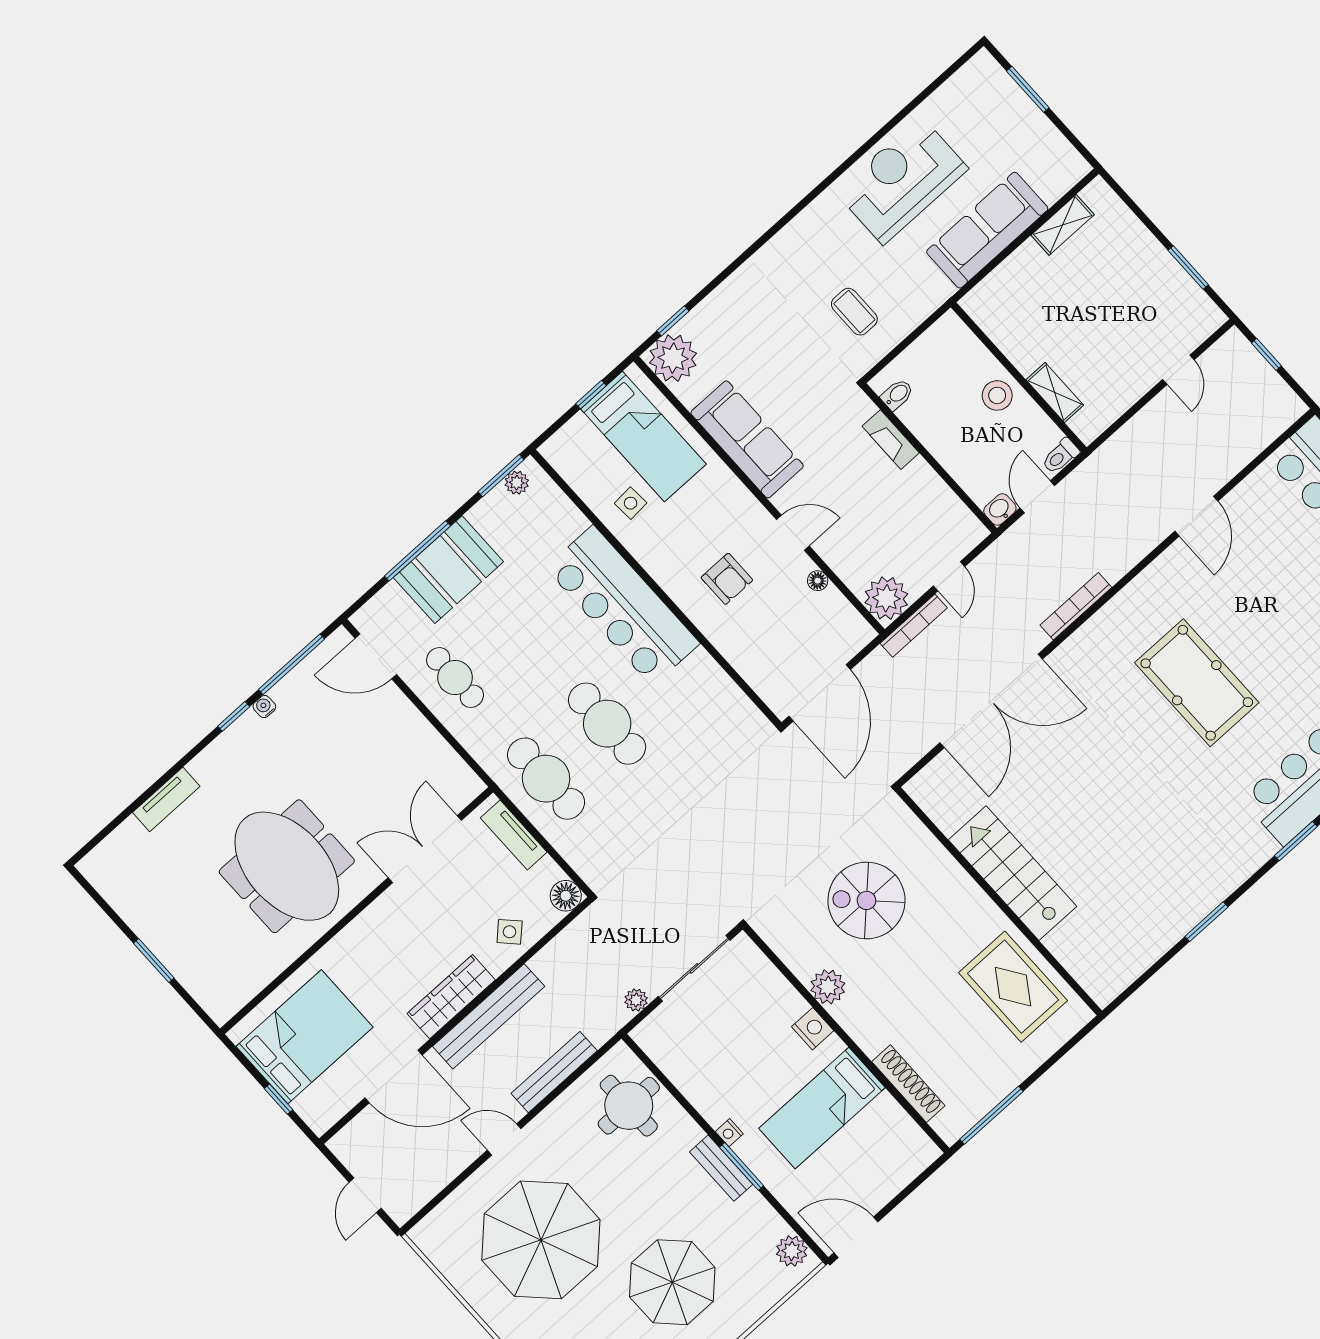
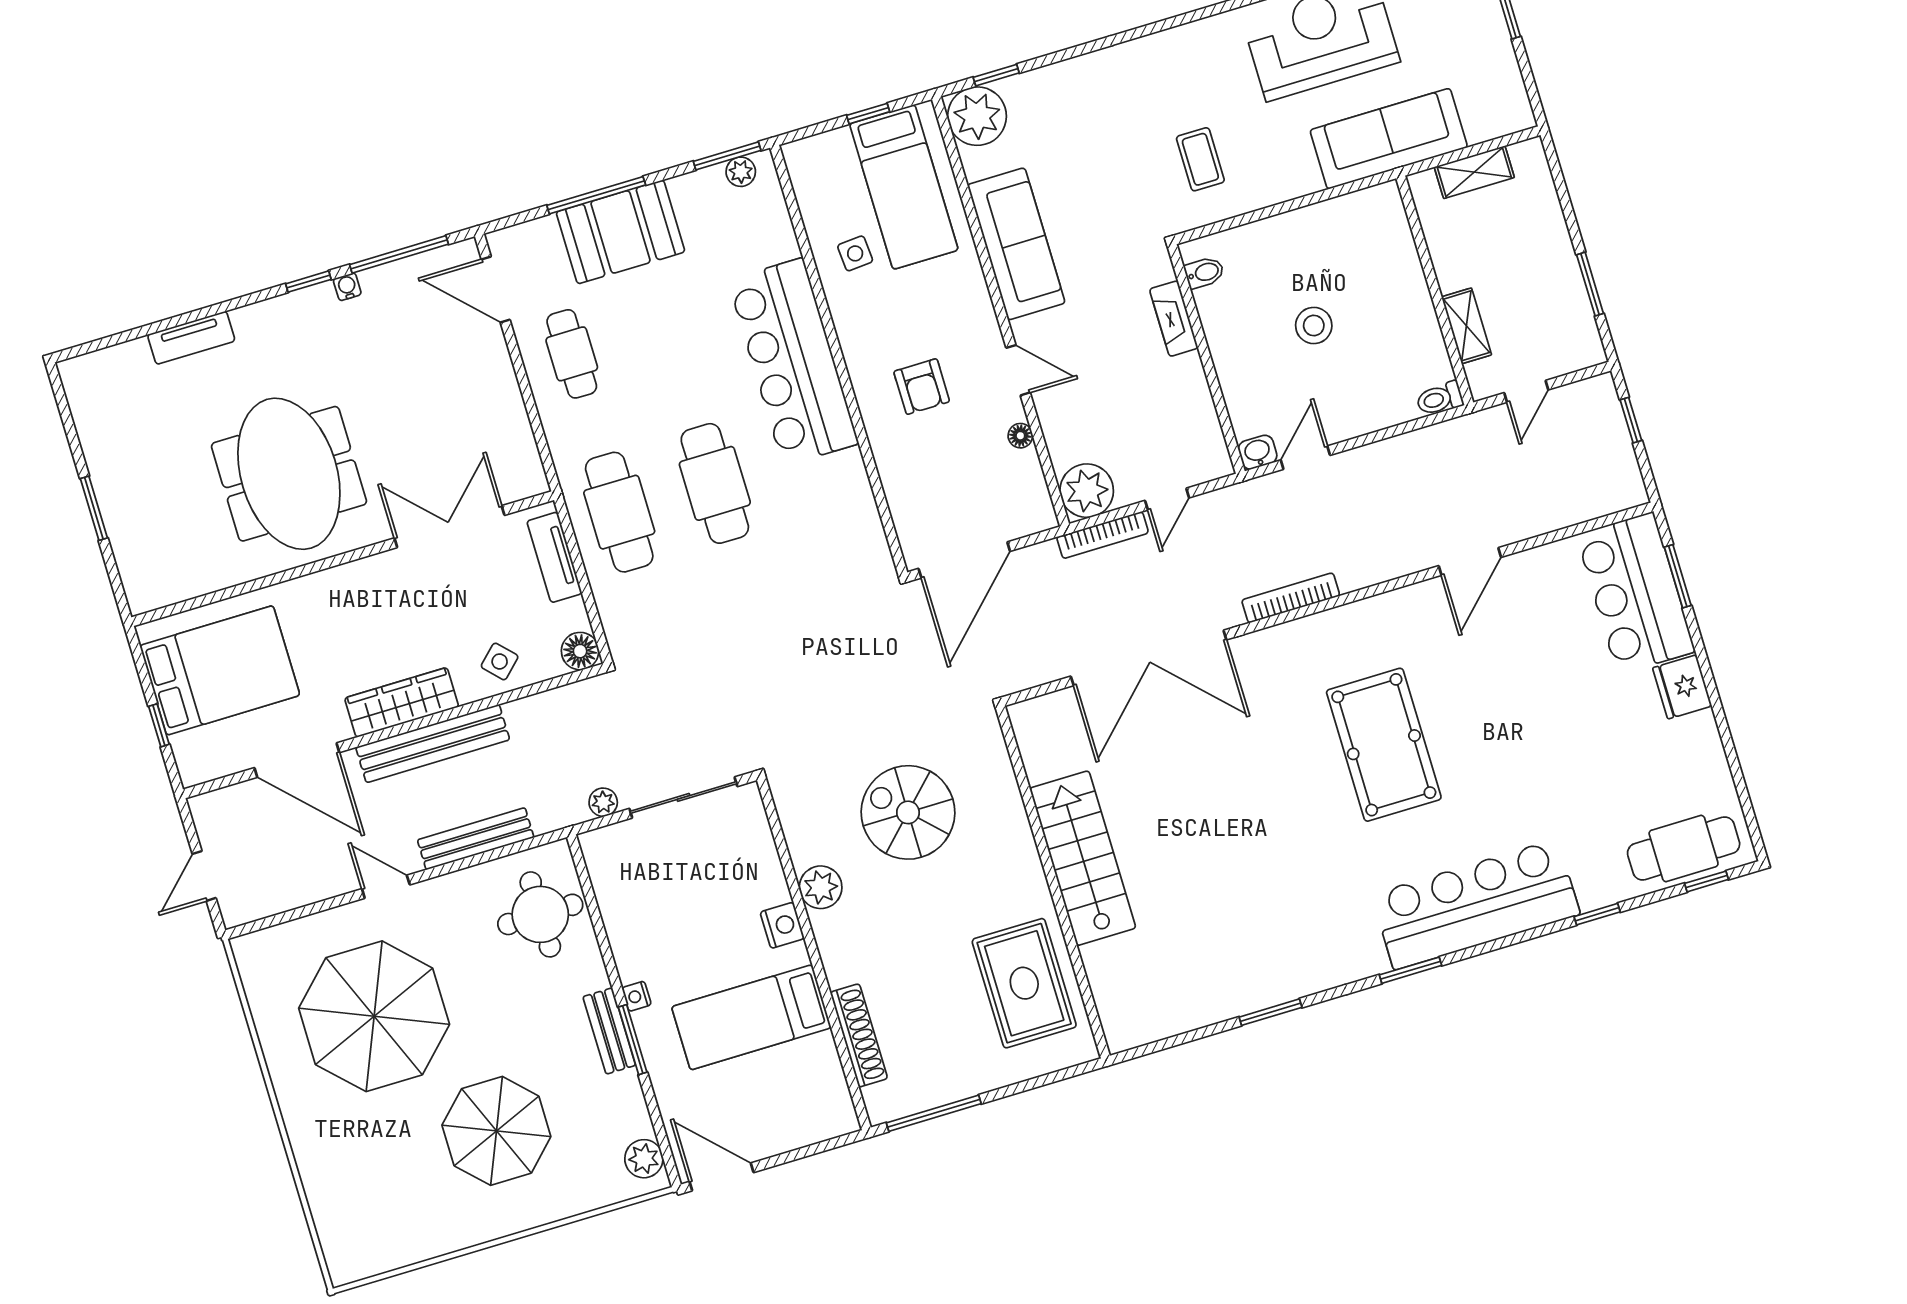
wall: (1019, 377) -> (1435, 290), moved
shelving: (1055, 393) -> (1466, 326), moved
toilet: (1060, 456) -> (1440, 399), moved

